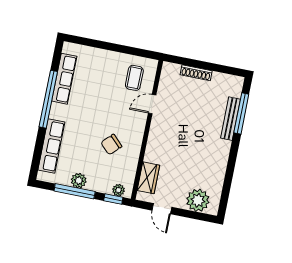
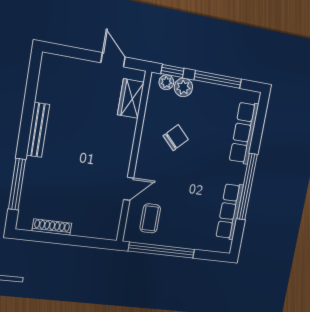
window: (125, 50) -> (162, 250), added
shoe rack: (196, 73) -> (52, 227), moved
bench: (231, 119) -> (38, 130), moved
plant: (79, 181) -> (183, 87), moved
plant: (198, 200) -> (68, 72), removed

